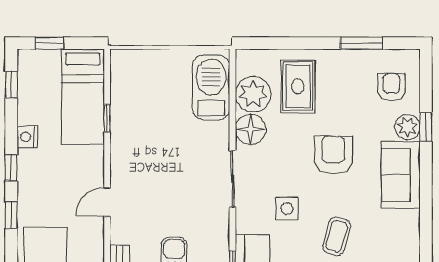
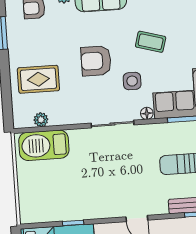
plant: (253, 94) -> (41, 120), width x0.53, depth x0.53
floor lamp: (251, 129) -> (147, 113), moved, width x0.53, depth x0.53
armchair: (333, 155) -> (96, 61), moved

